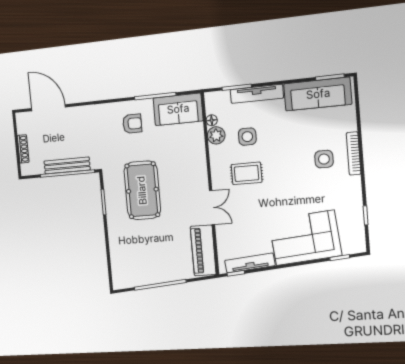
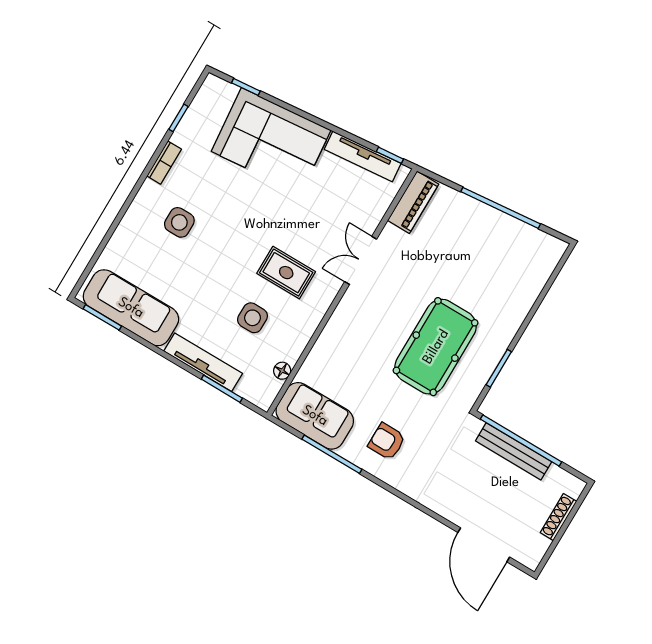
plant: (216, 135) -> (290, 348), removed
bookcase: (354, 153) -> (164, 163), moved, width x0.64
piano: (203, 250) -> (413, 202), width x0.73, depth x0.75

